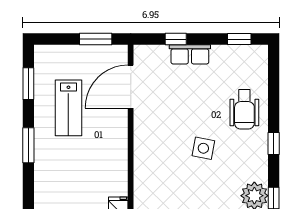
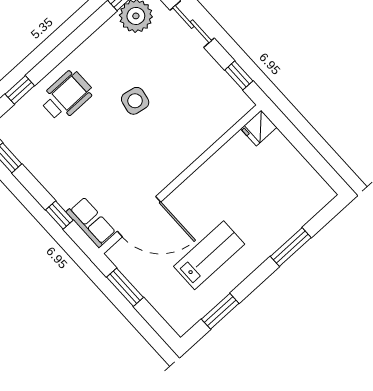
row of seats: (190, 54) -> (91, 222), moved
window: (274, 143) -> (20, 90), moved
window: (28, 145) -> (291, 247), moved

